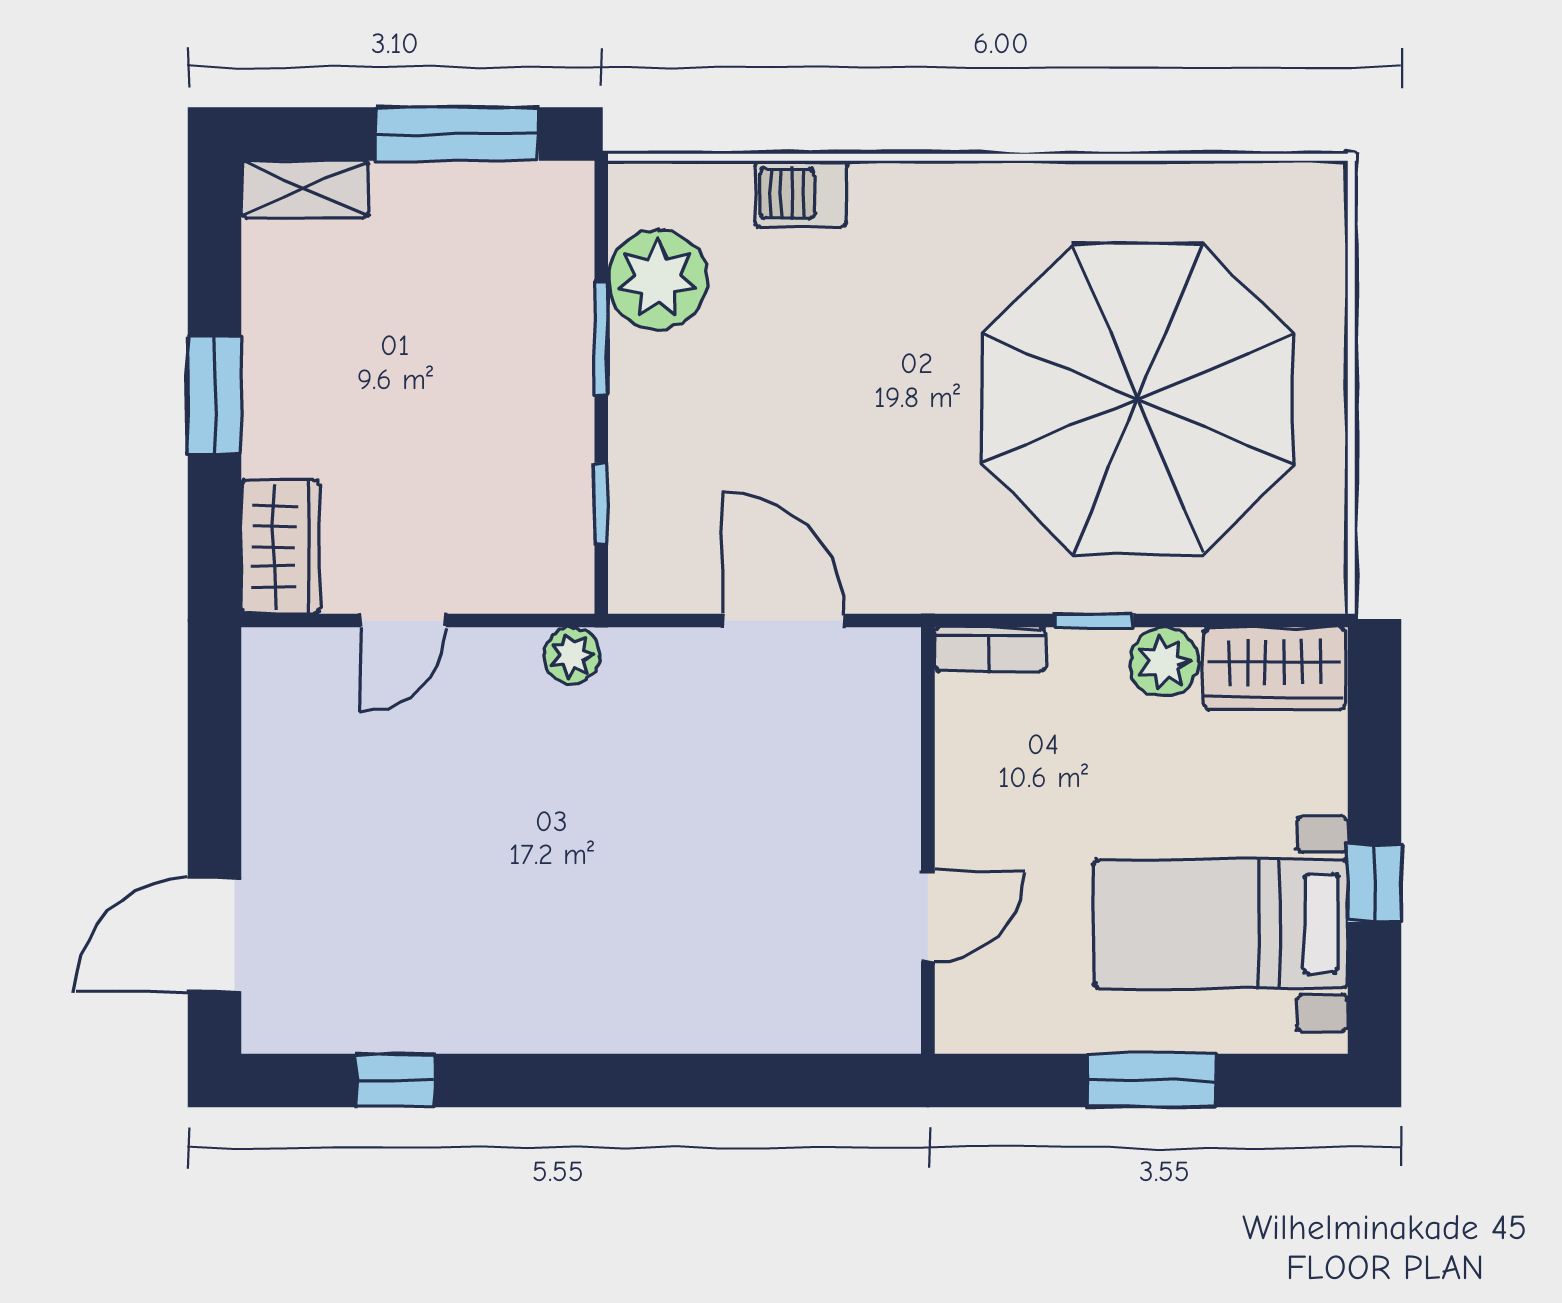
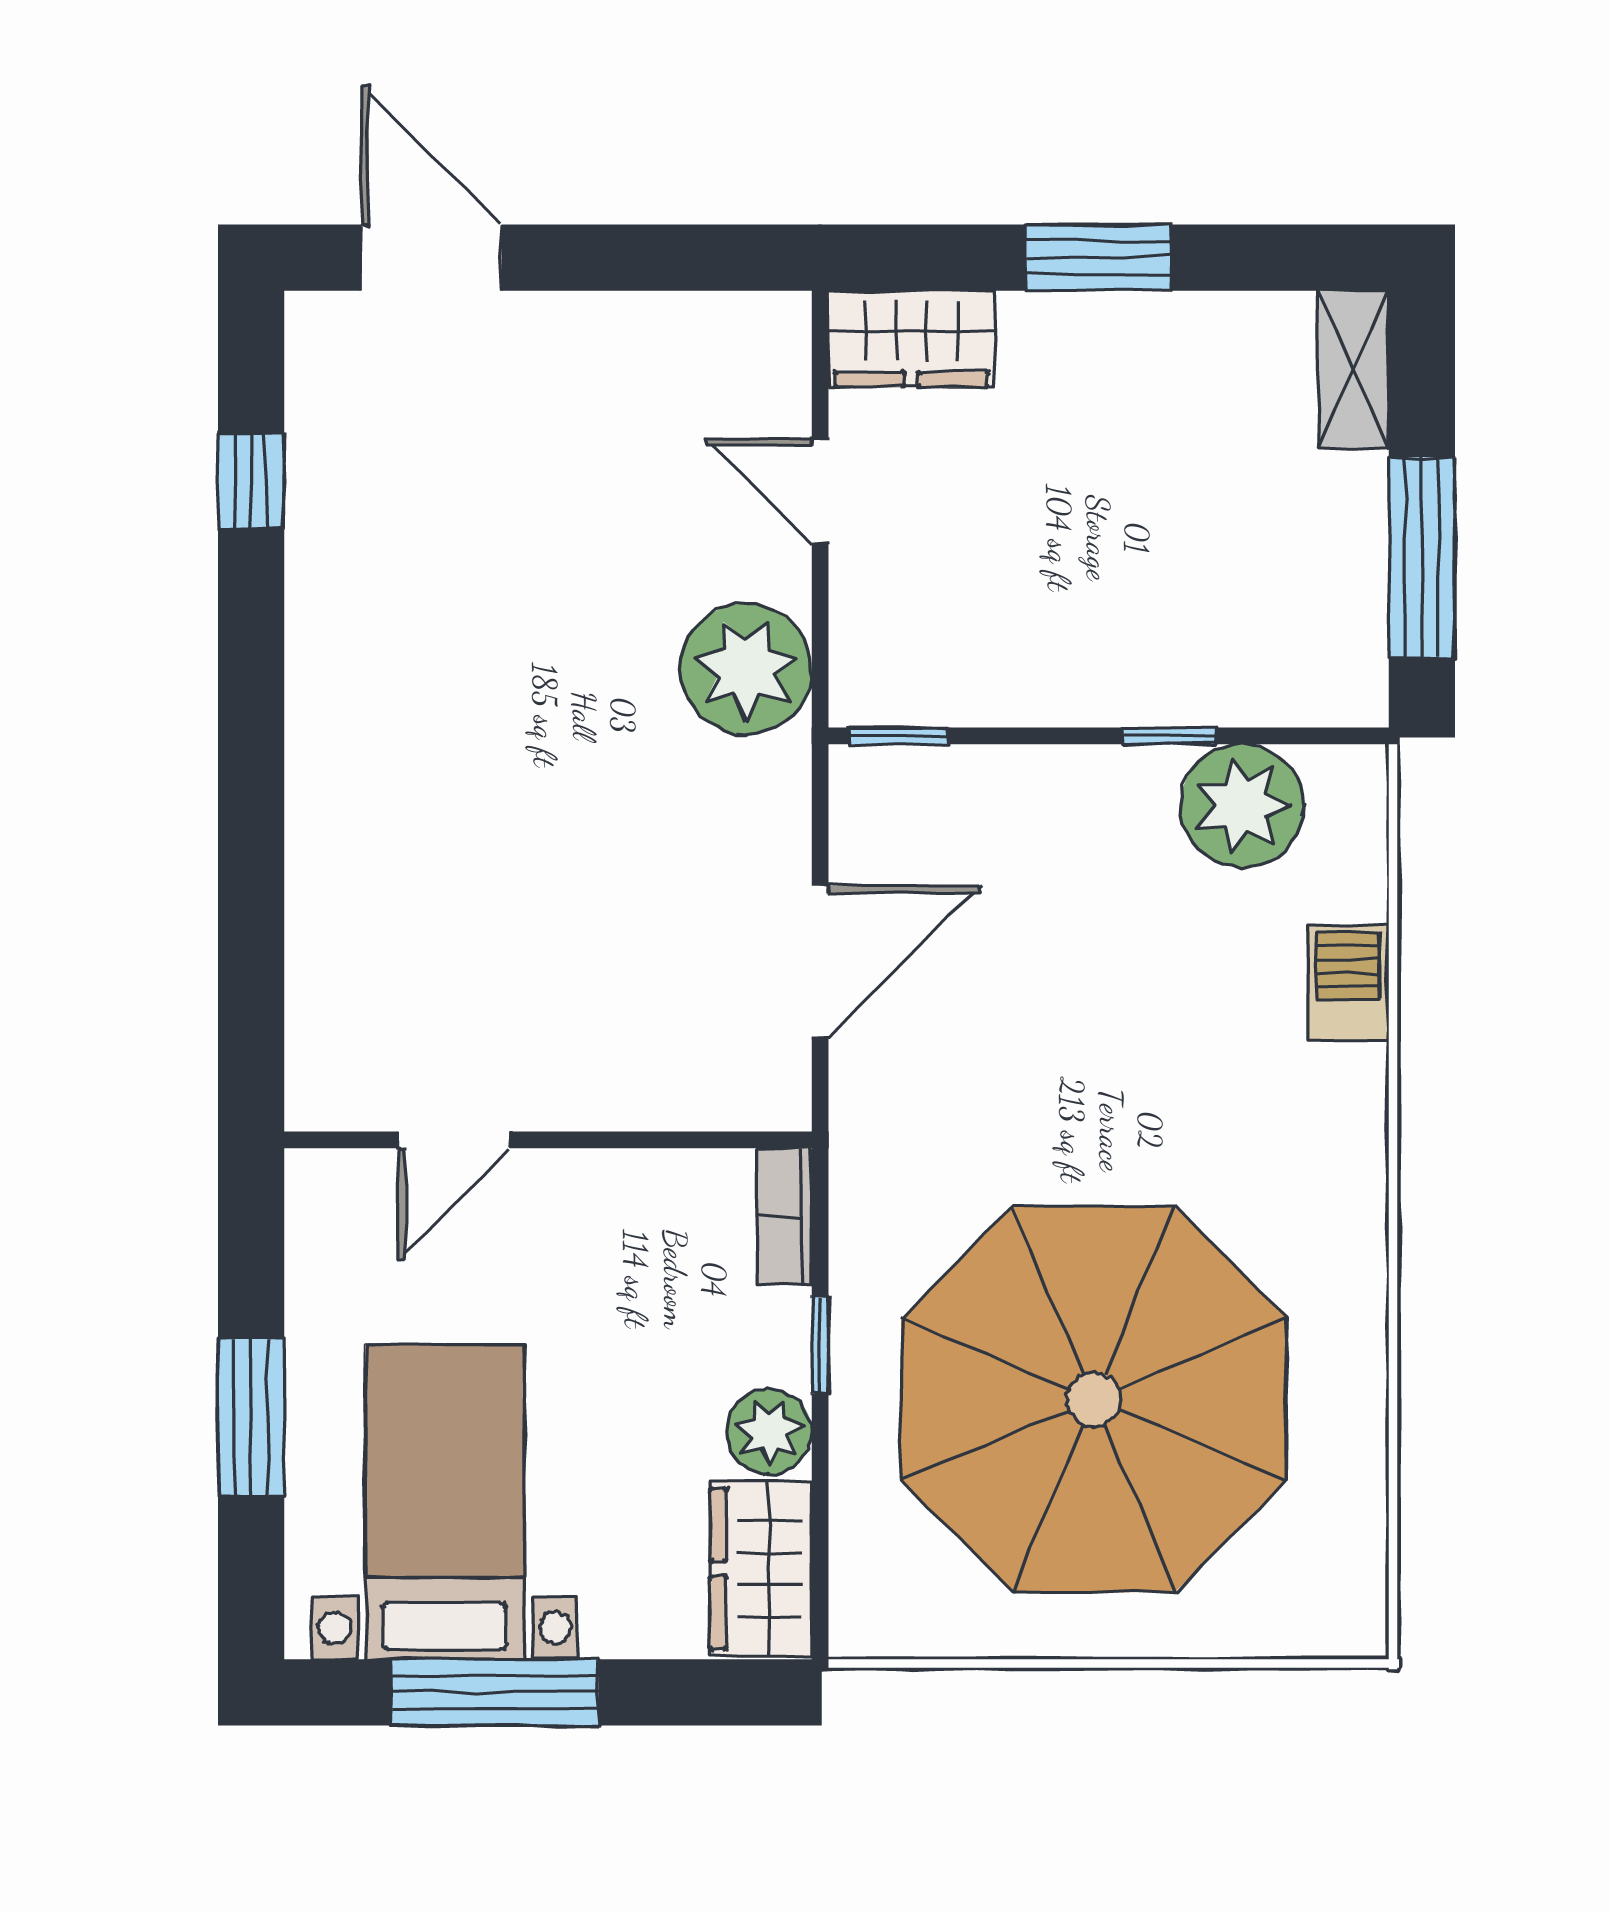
window: (601, 338) -> (1169, 736), width x0.67
window: (601, 503) -> (898, 736), moved
plant: (572, 656) -> (746, 669), width x1.88, depth x1.88
window: (1375, 883) -> (495, 1692), width x2.17
door: (928, 917) -> (454, 1140), hinge flipped

